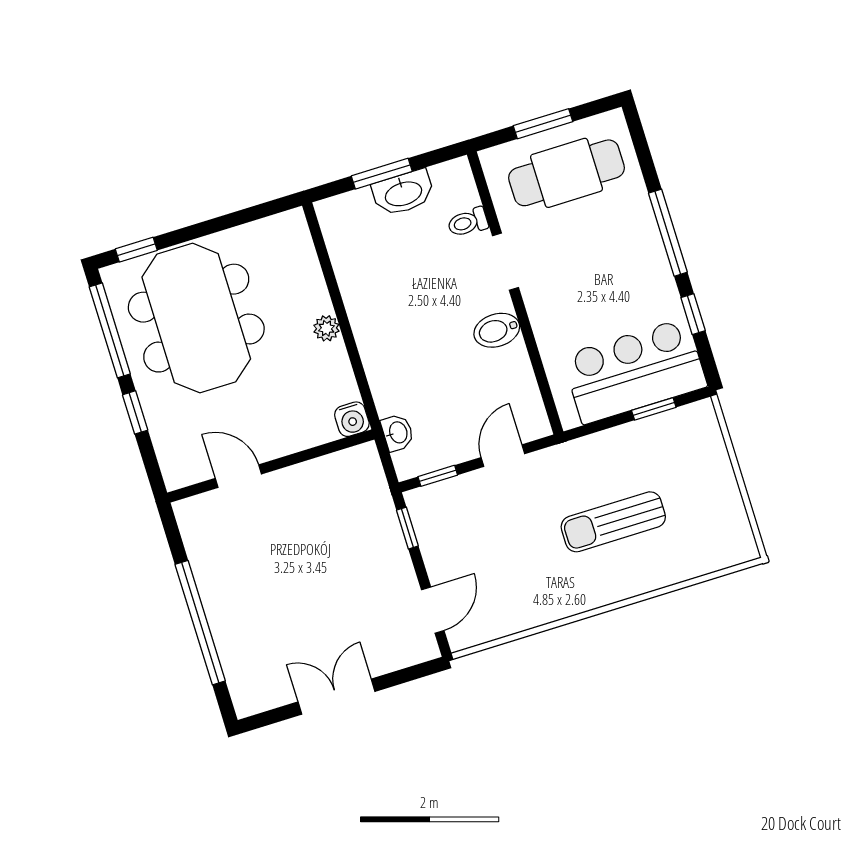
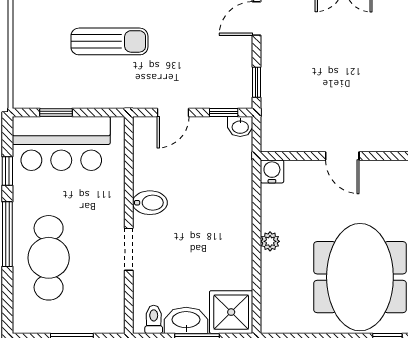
cafe table: (567, 173) -> (49, 258), moved, turned 90
shower: (348, 222) -> (231, 312), added
toilet: (468, 222) -> (154, 319), moved, turned -90
washbasin: (398, 433) -> (240, 126), moved, turned -90
door: (238, 476) -> (342, 156), moved

